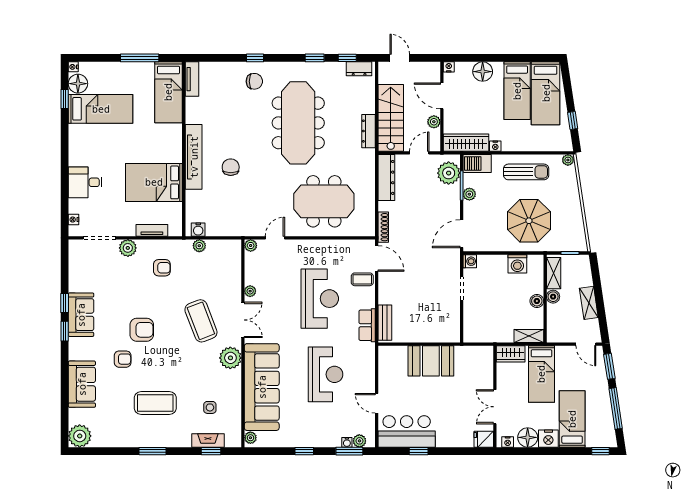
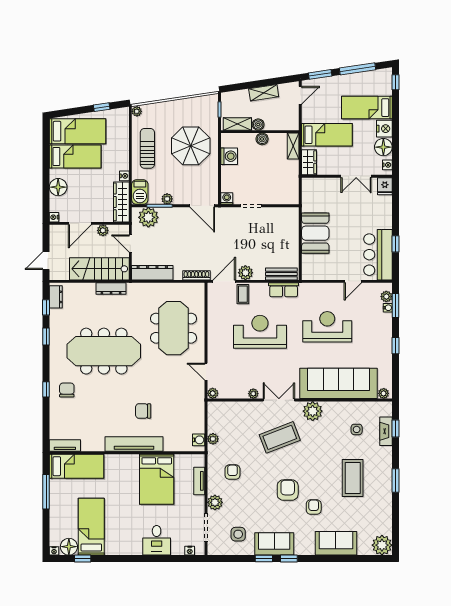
side table: (92, 274) -> (238, 534), added
plant: (386, 282) -> (245, 273), added

